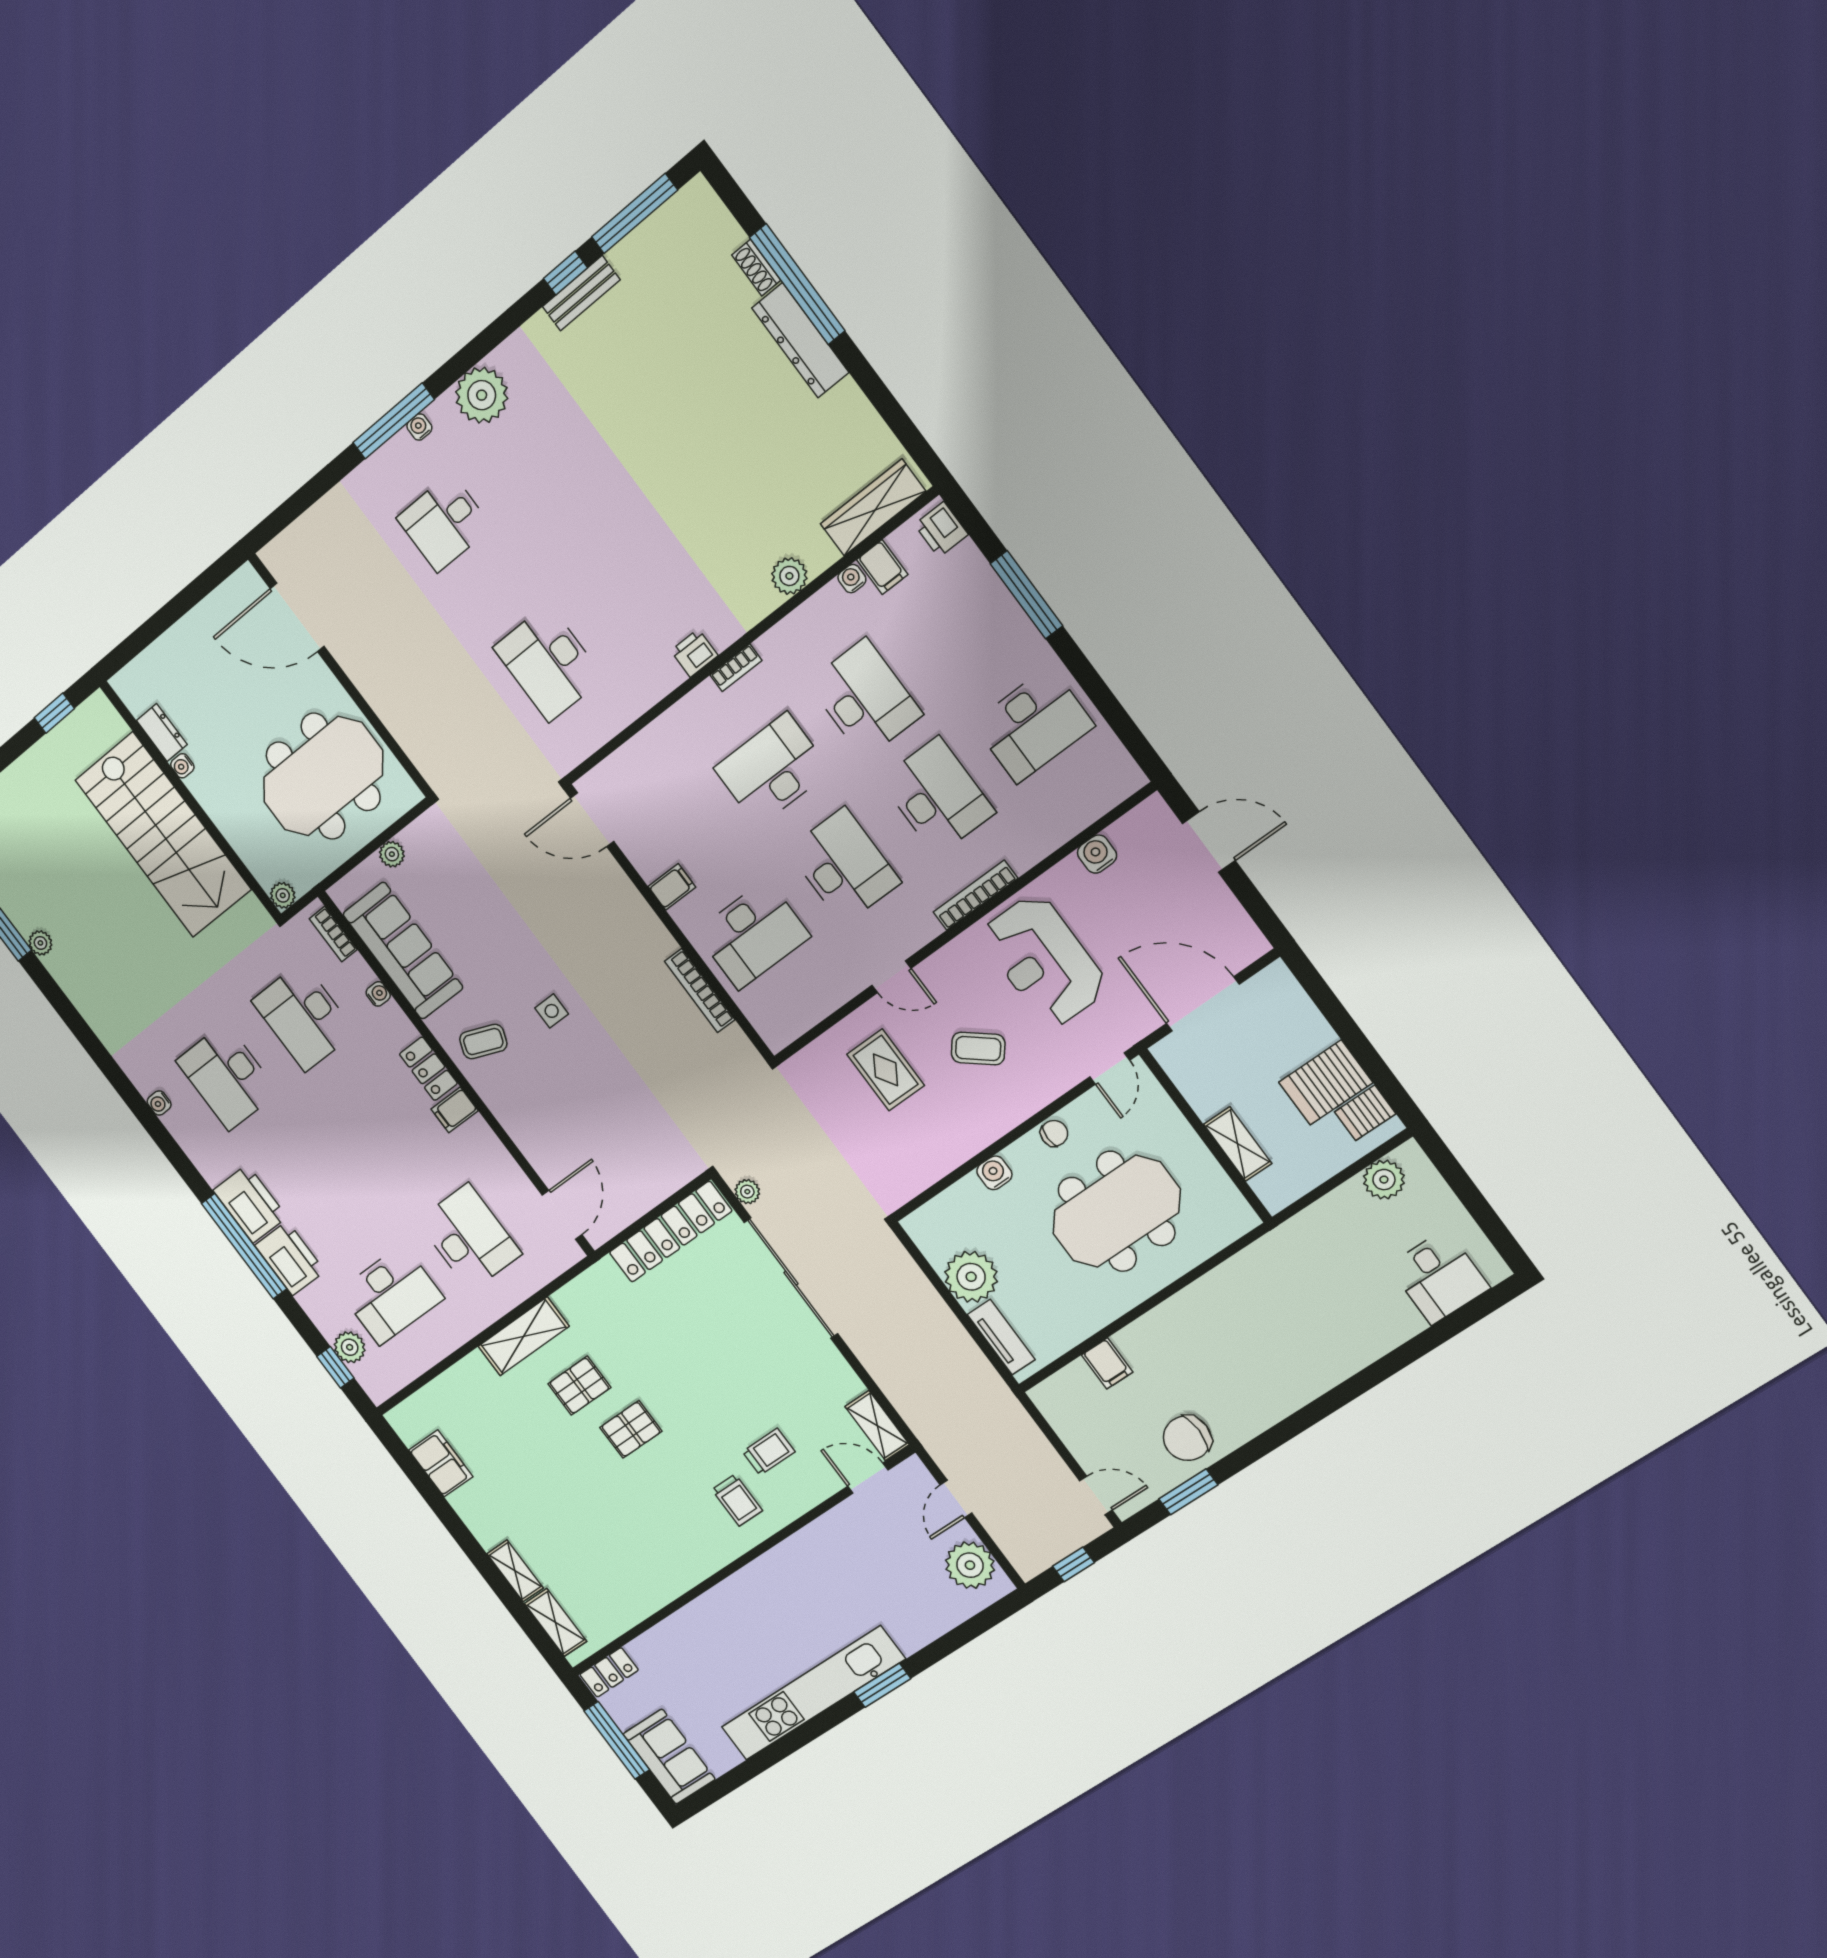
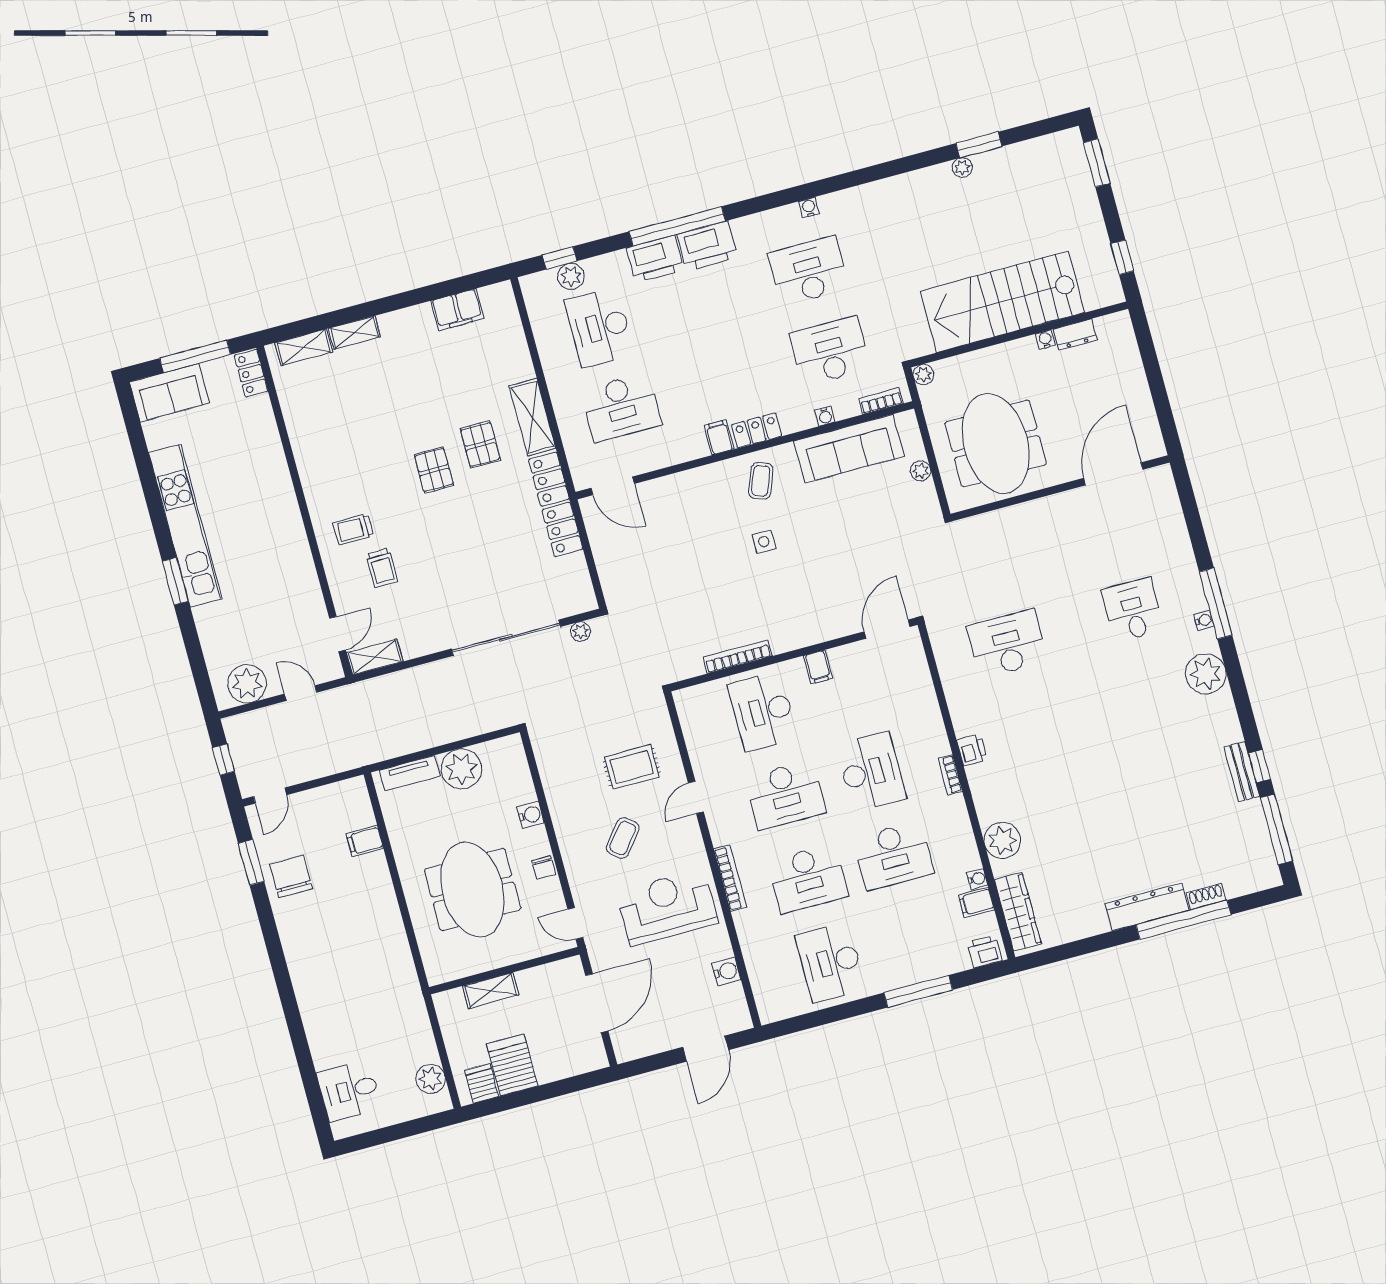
plant: (789, 576) -> (1002, 840), width x1.36, depth x1.36
locker: (670, 1232) -> (556, 504), moved

